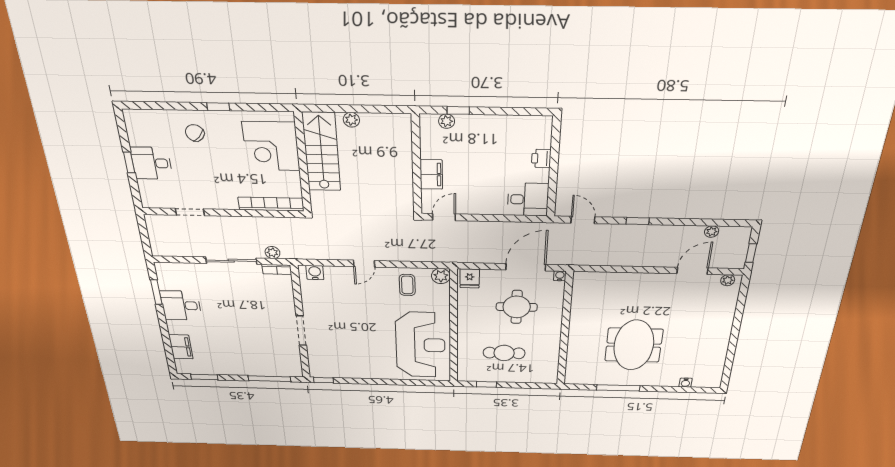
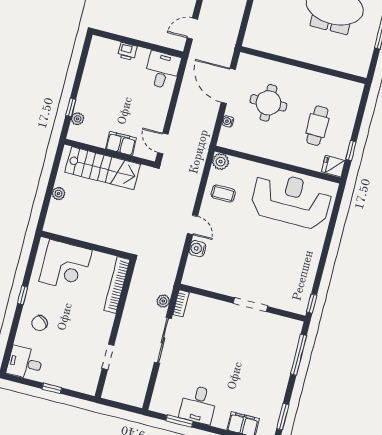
stairs: (321, 152) -> (103, 168), moved, turned 180
desk: (152, 163) -> (25, 363), moved, turned 90
water cooler: (315, 273) -> (197, 249), moved
water cooler: (560, 276) -> (228, 121), moved
fridge: (470, 278) -> (333, 166), moved, turned 180

